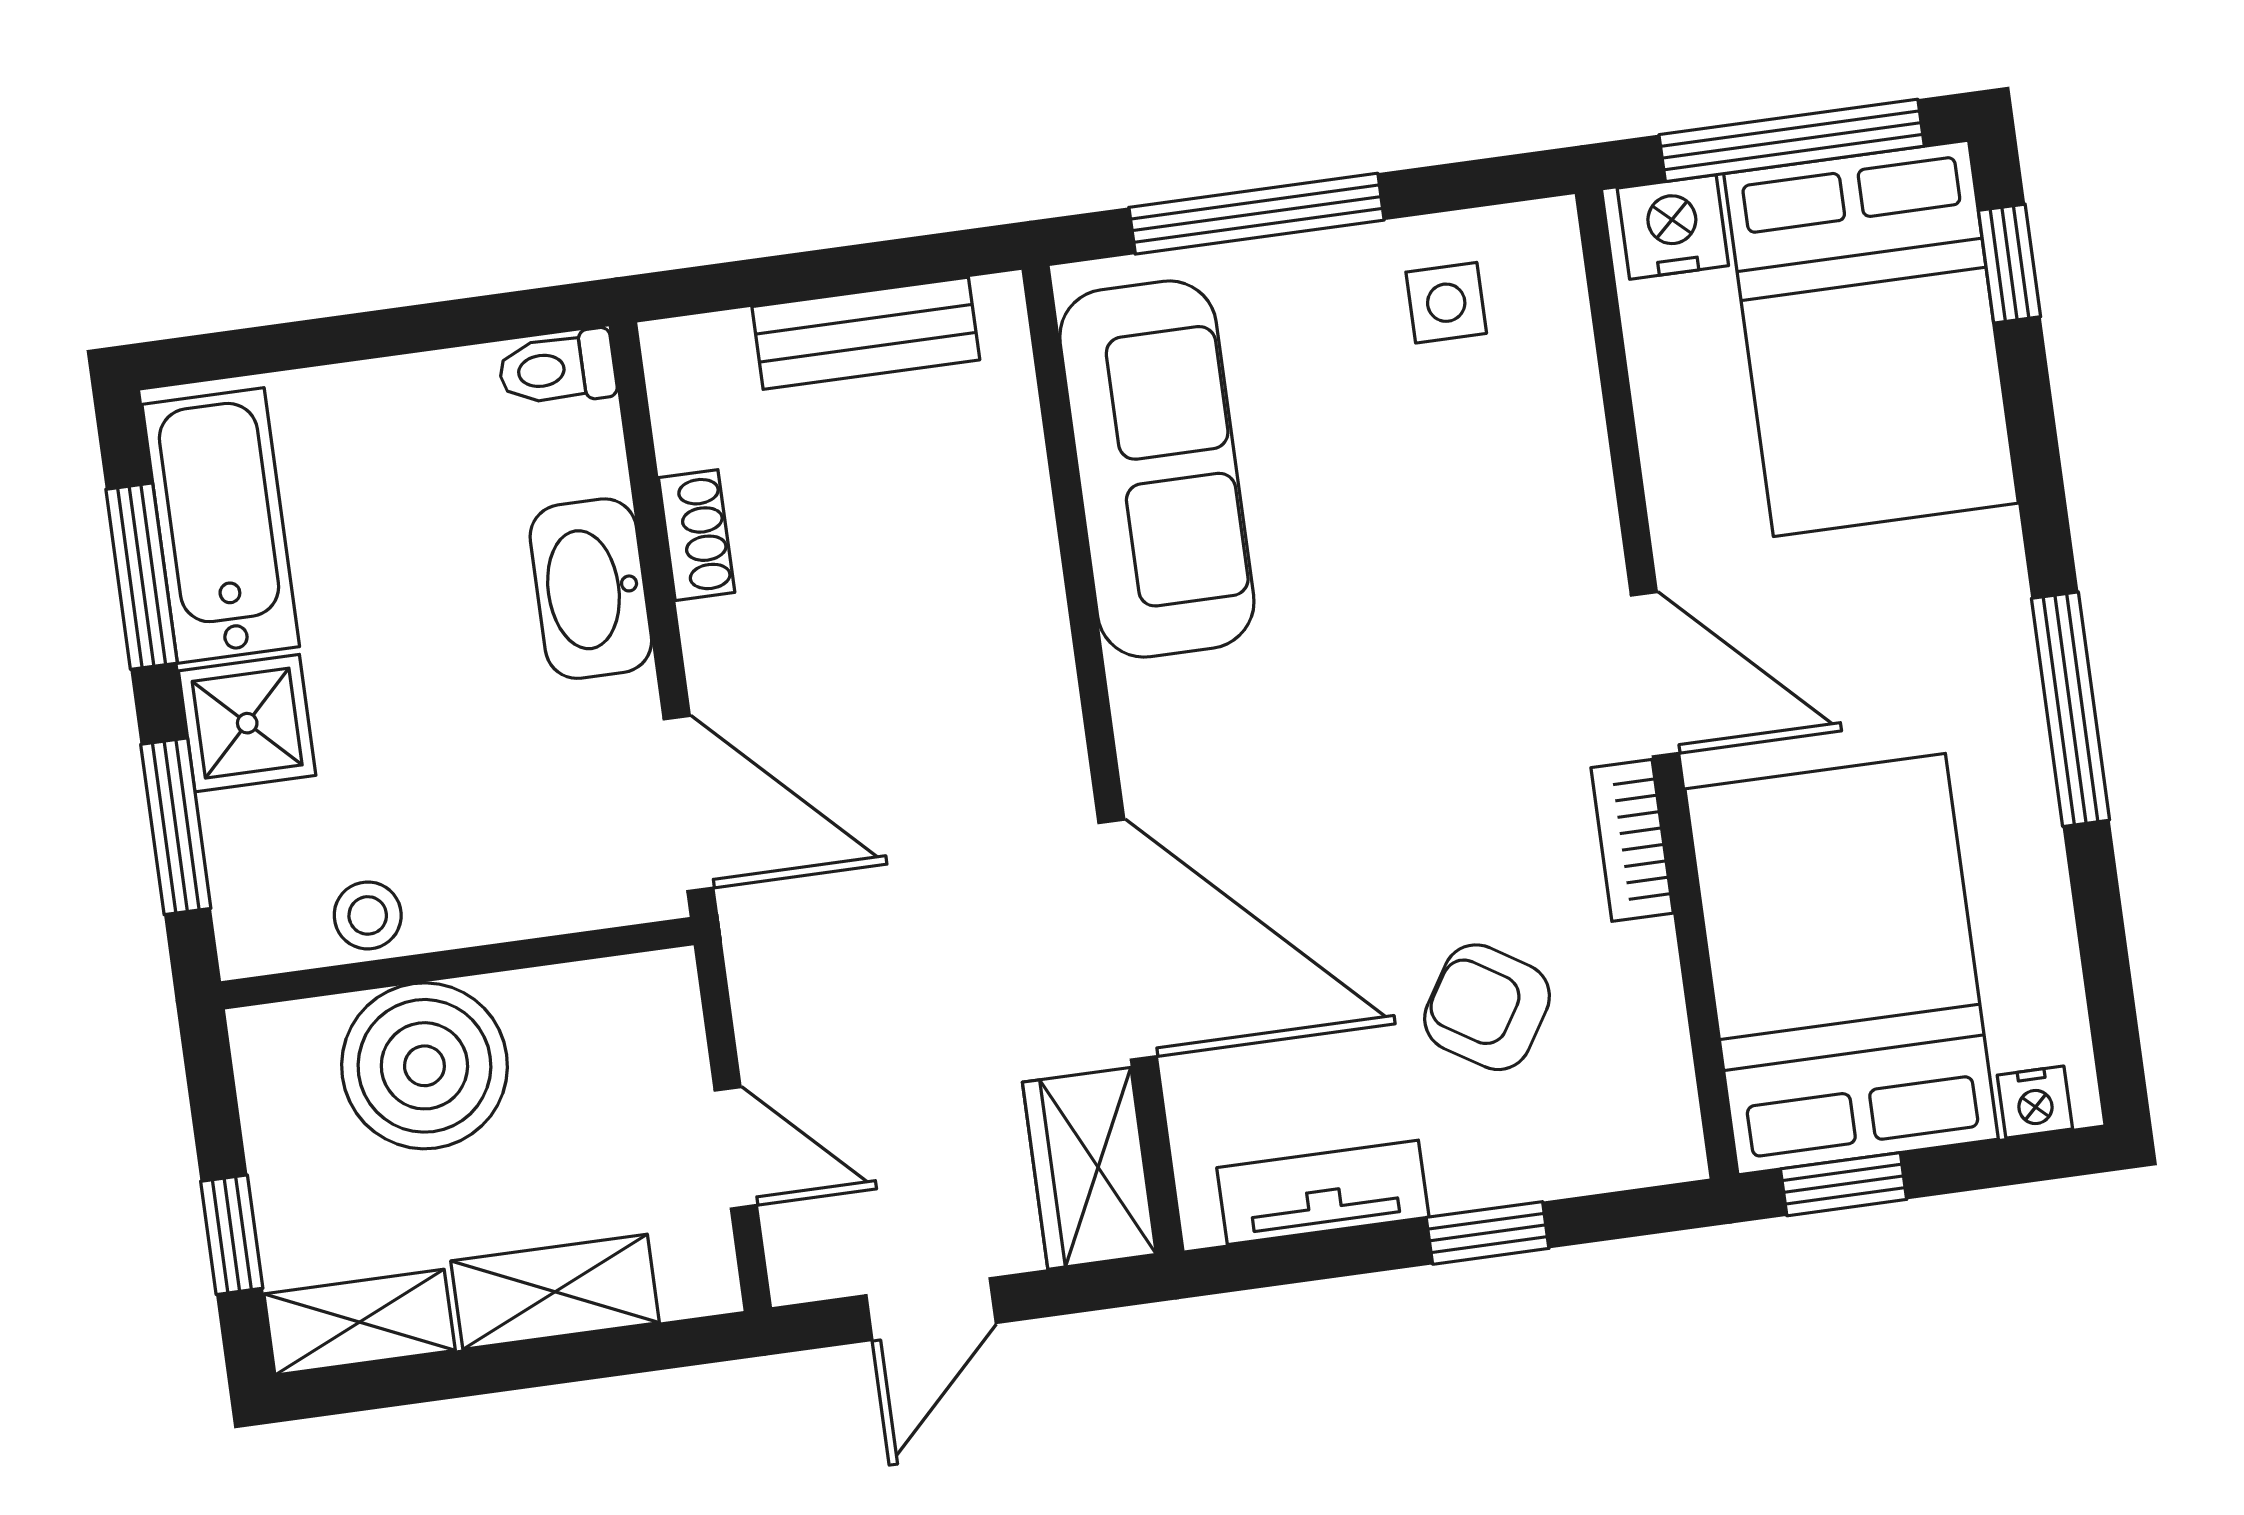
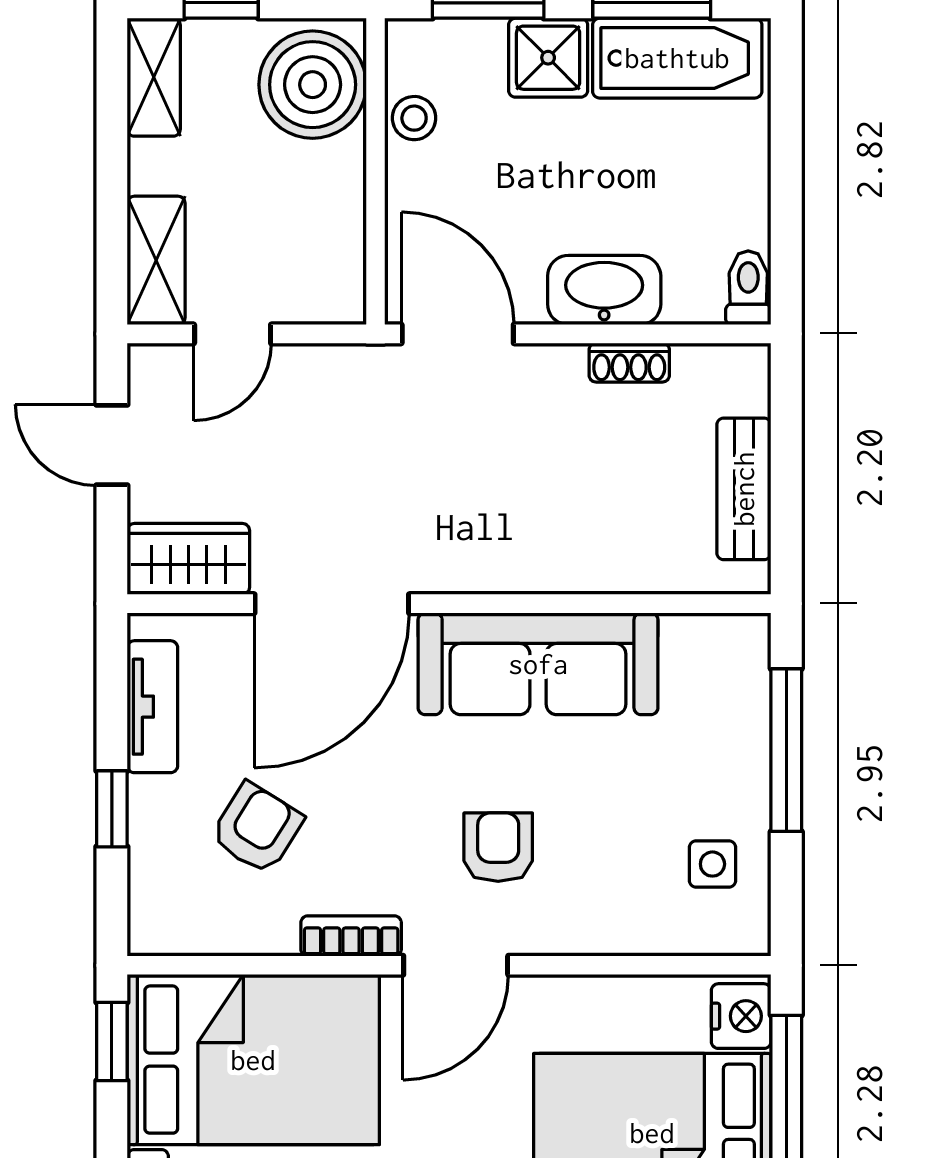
sofa: (1157, 469) -> (538, 664), moved
armchair: (1465, 634) -> (498, 847), added
door: (689, 803) -> (458, 334), swing flipped
boiler: (424, 1066) -> (313, 85), moved
shelving: (555, 1292) -> (156, 260), moved

